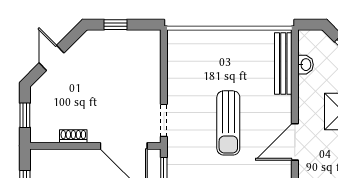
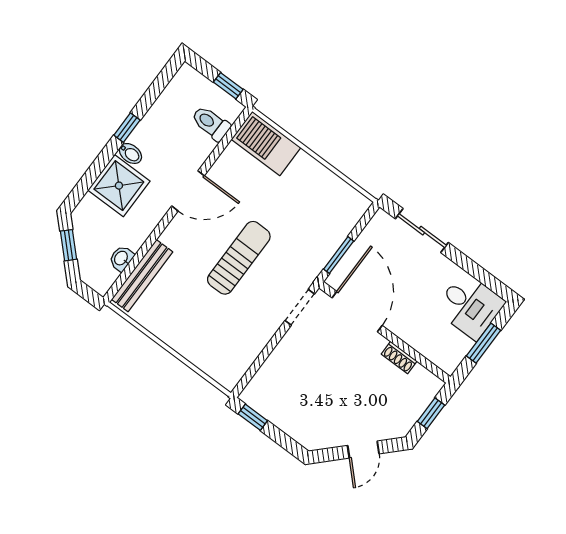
window: (116, 25) -> (253, 417), moved

